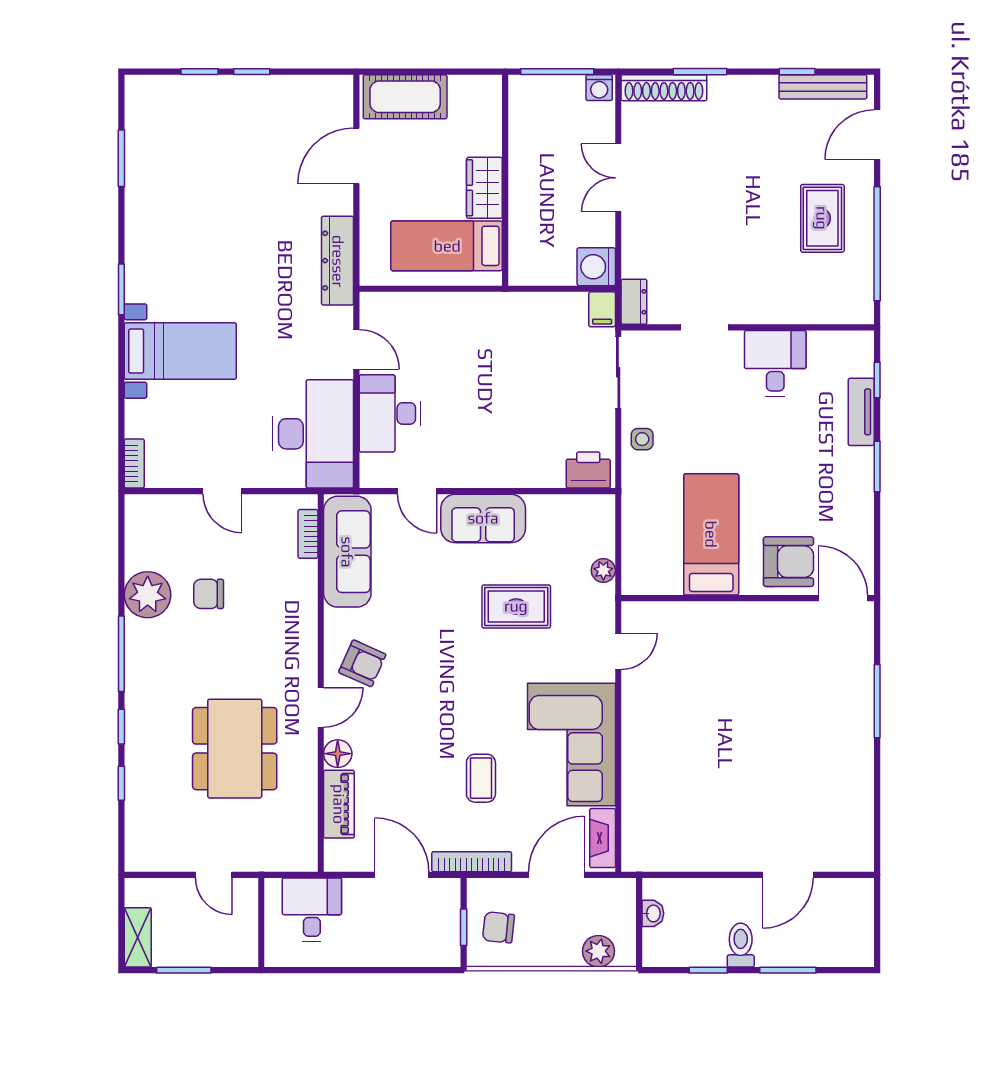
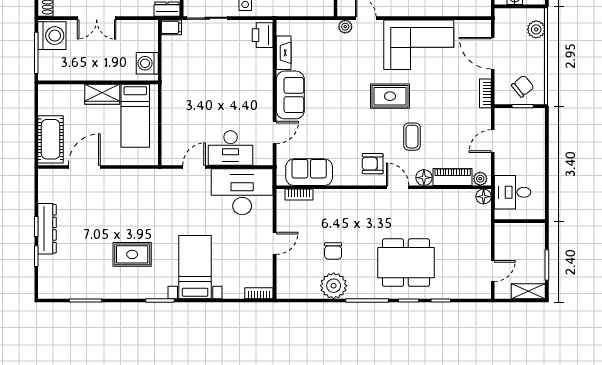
washing machine: (599, 88) -> (52, 36), width x1.89, depth x1.89
door: (356, 156) -> (84, 167), swing flipped
rug: (203, 240) -> (132, 254), added
dresser: (338, 261) -> (47, 229), moved, turned -90
washing machine: (596, 267) -> (147, 63), moved, turned 90
sofa: (347, 552) -> (309, 172), width x0.73
plant: (603, 570) -> (345, 27), moved
rug: (516, 606) -> (390, 96), moved, turned 90
armchair: (362, 663) -> (373, 164), turned -114
dining table: (235, 749) -> (406, 263), moved
coffee table: (481, 778) -> (412, 137), moved, turned 90
fireplace: (603, 838) -> (284, 53), moved, turned -90
plant: (336, 853) -> (480, 179), added
floor lamp: (304, 859) -> (484, 197), added
bookcase: (472, 862) -> (485, 93), width x0.64
door: (214, 875) -> (493, 271), moved
door: (402, 875) -> (493, 141), width x0.73
chair: (498, 927) -> (523, 86), turned -135

